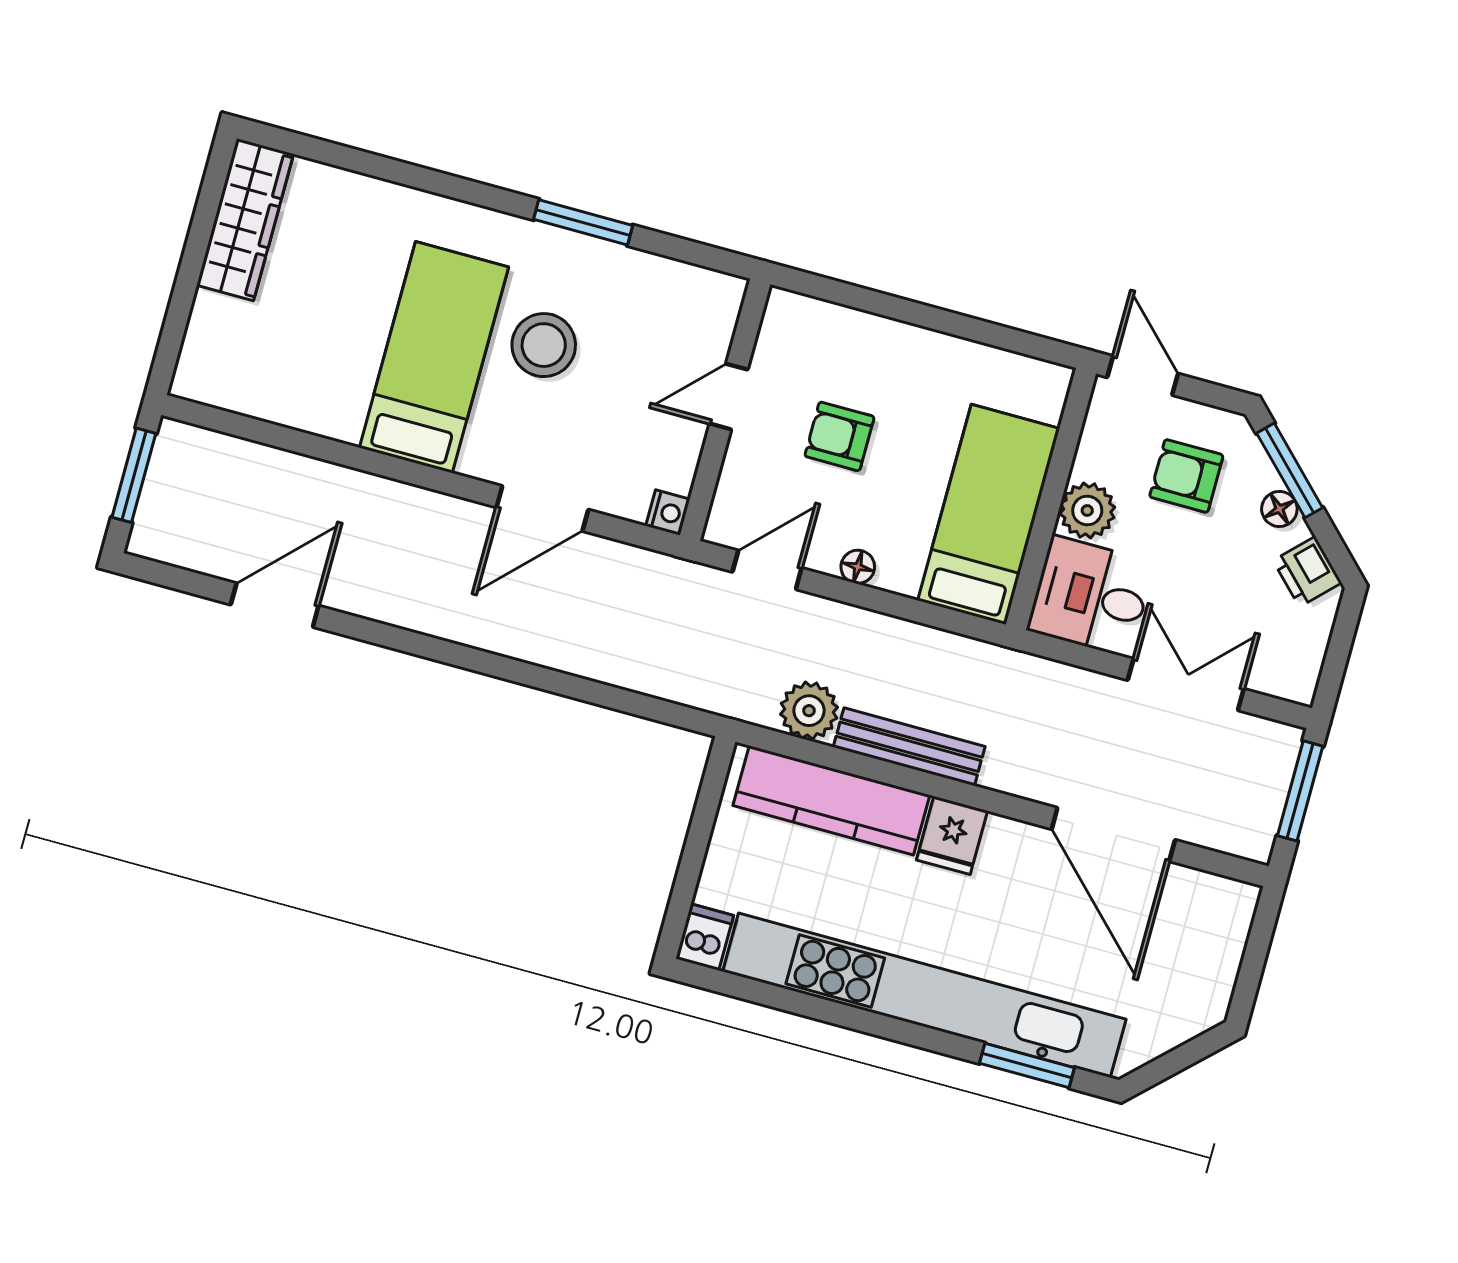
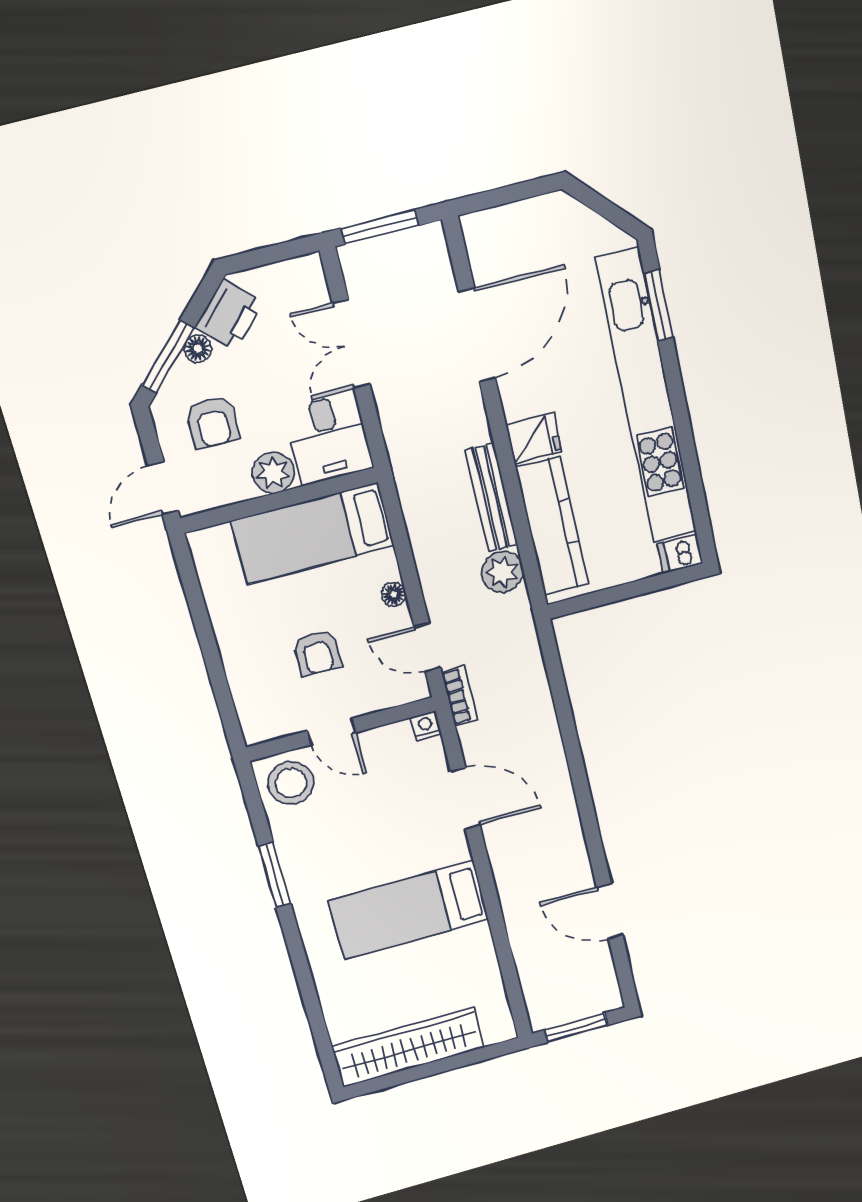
wardrobe: (245, 220) -> (408, 1047), width x1.40, depth x1.17
stool: (544, 345) -> (291, 783), moved
printer: (1307, 572) -> (229, 315), width x1.36, depth x1.24
bookcase: (682, 574) -> (459, 696), added

